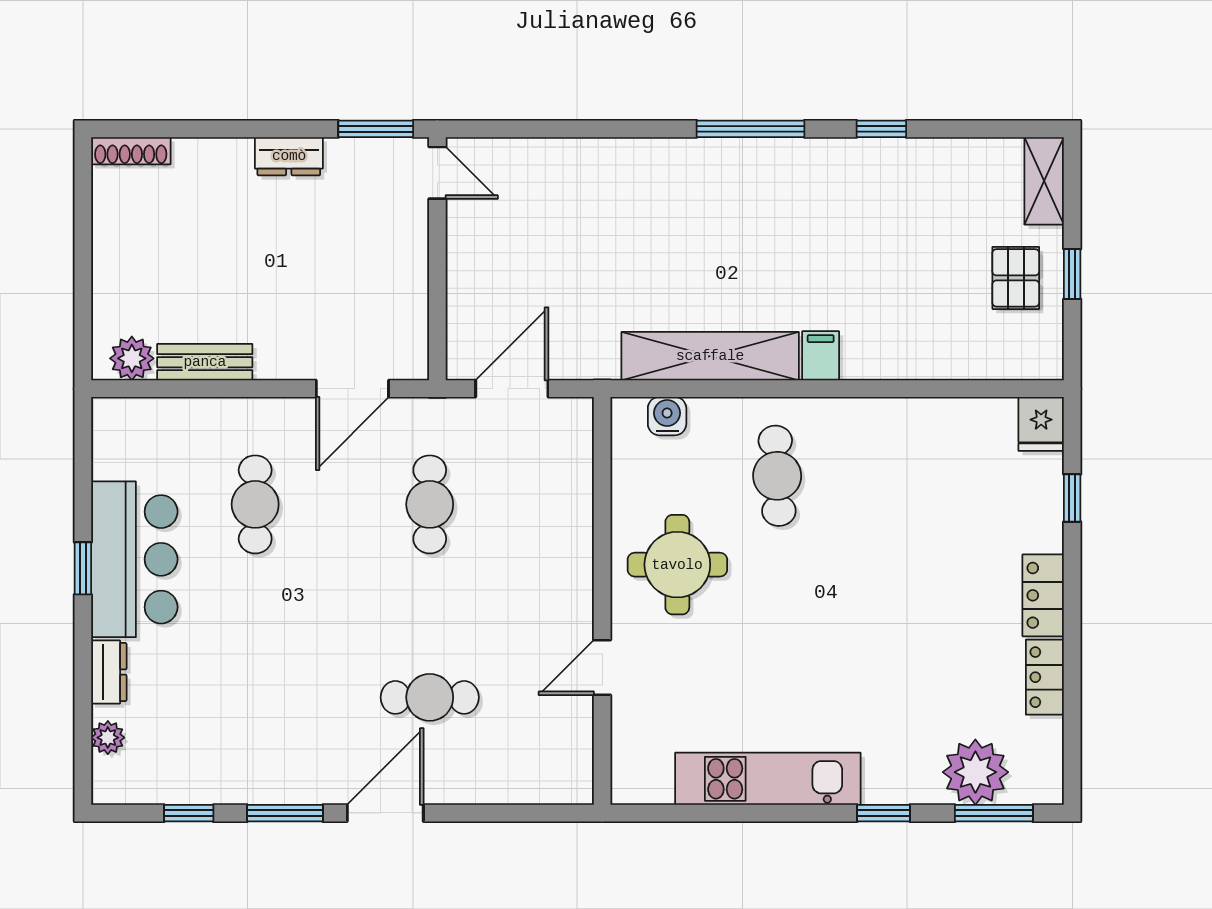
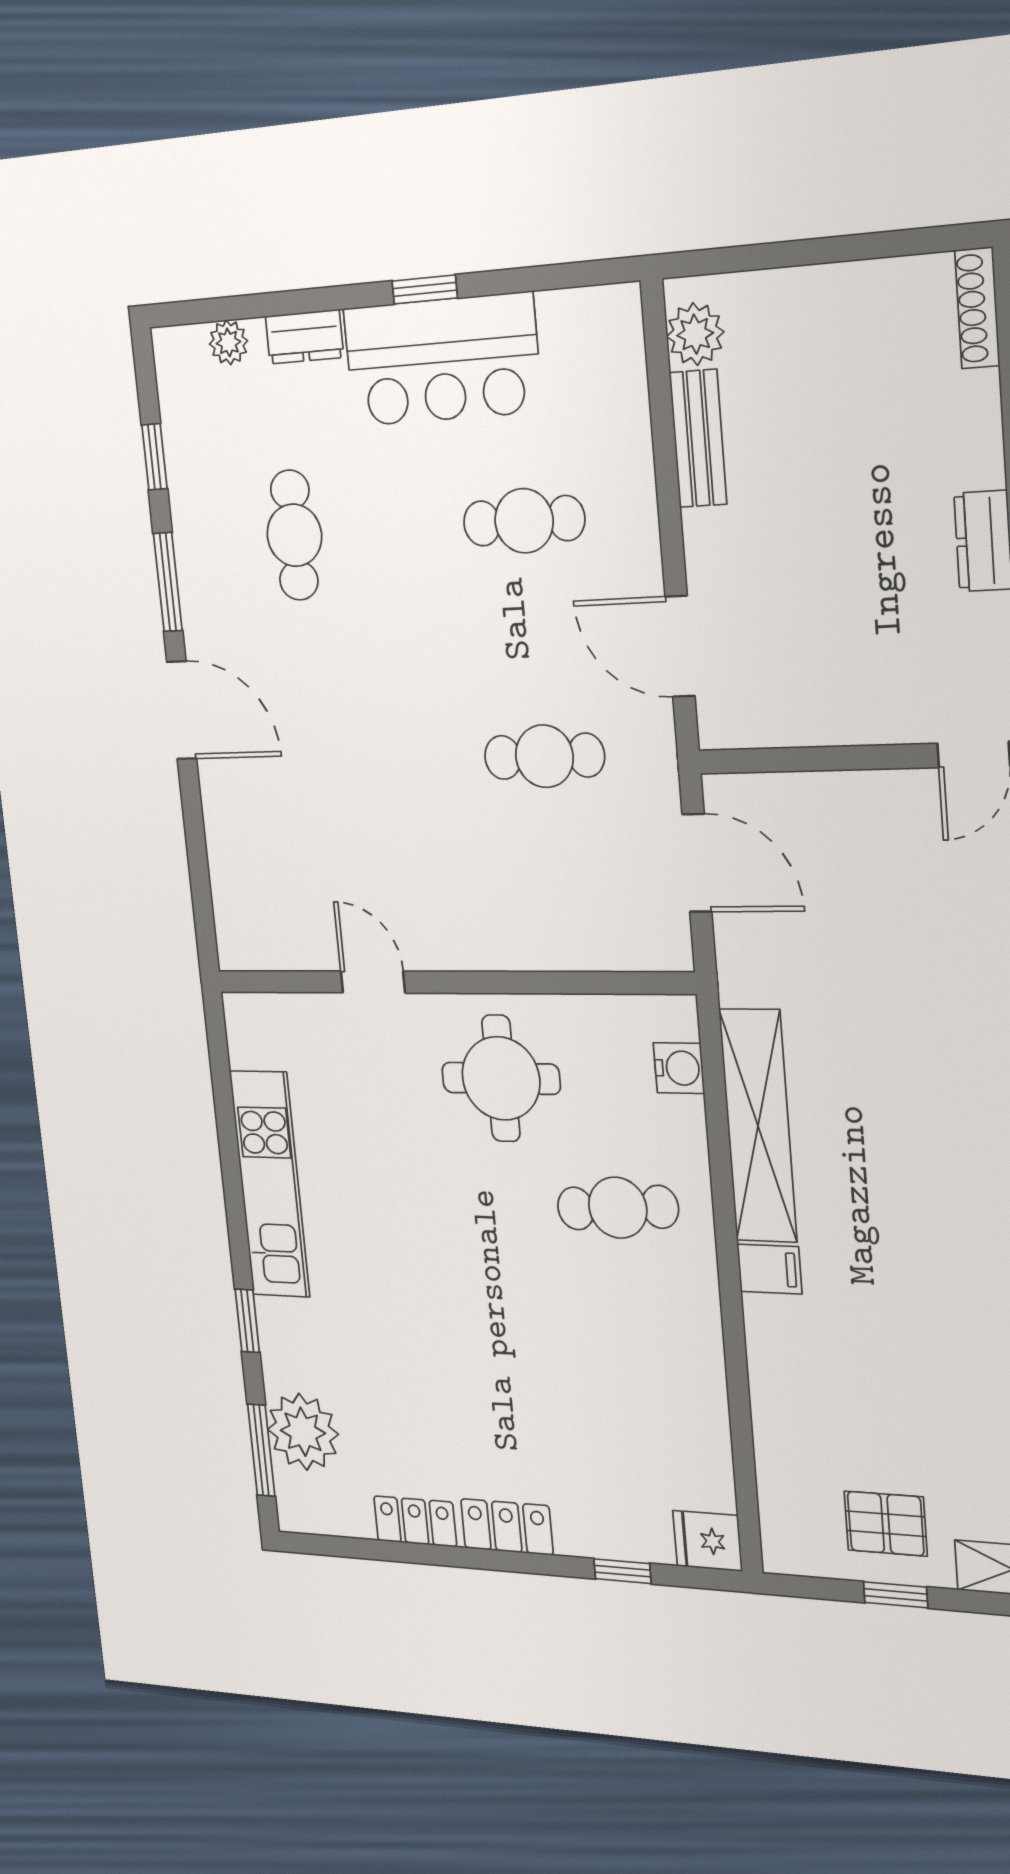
cafe table: (430, 697) -> (294, 535), moved

